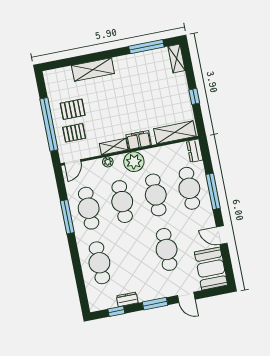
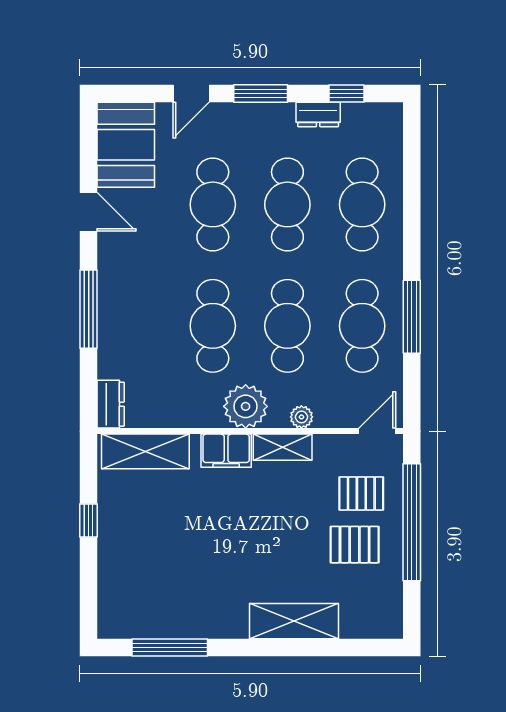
shelving: (176, 59) -> (111, 609), removed
cafe table: (189, 188) -> (287, 204), moved
door: (186, 297) -> (191, 94), swing flipped

